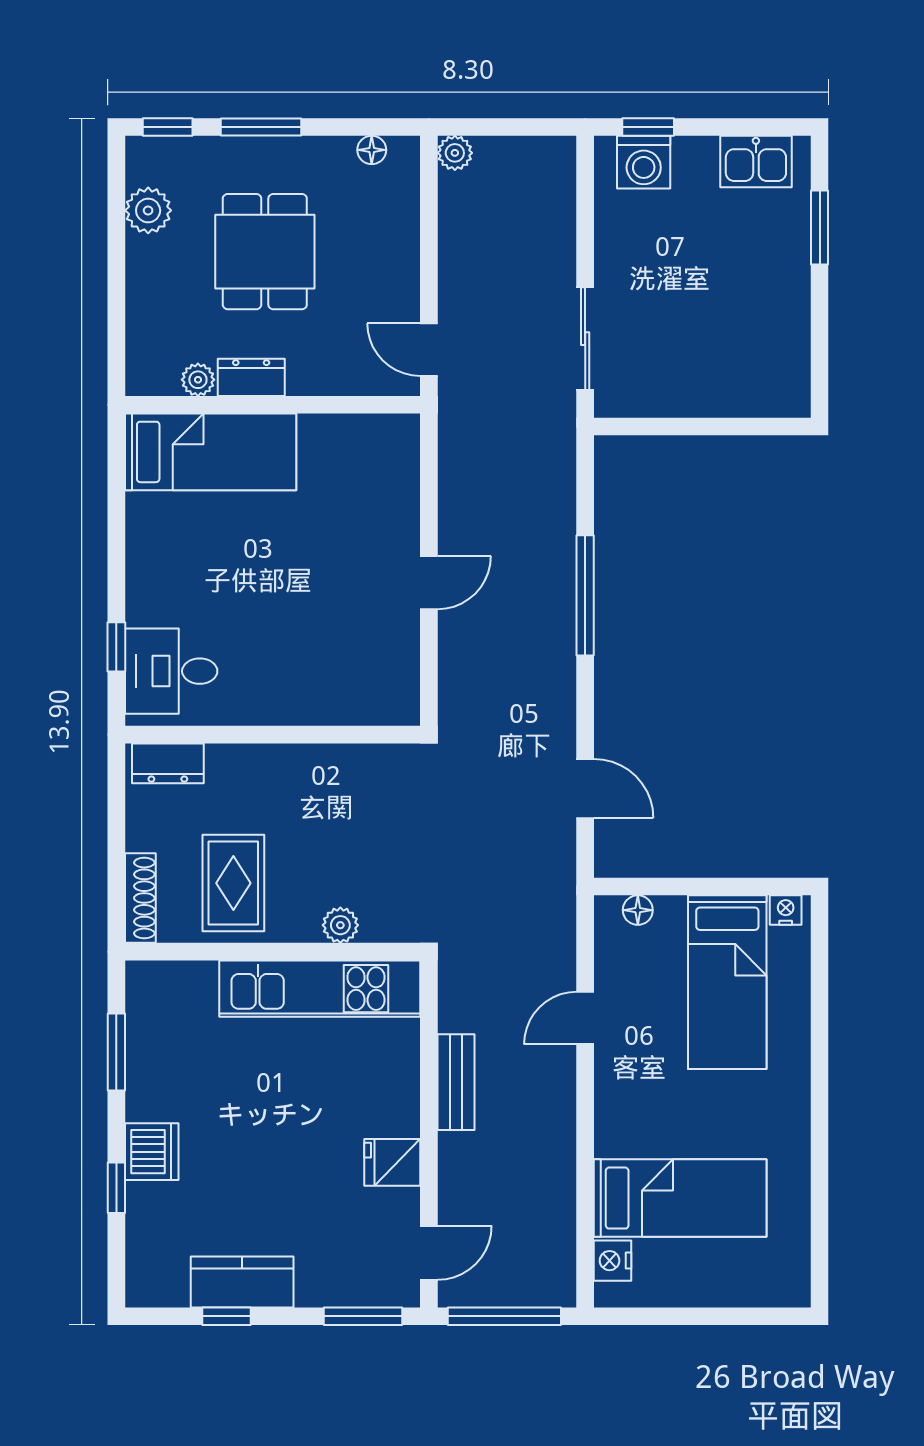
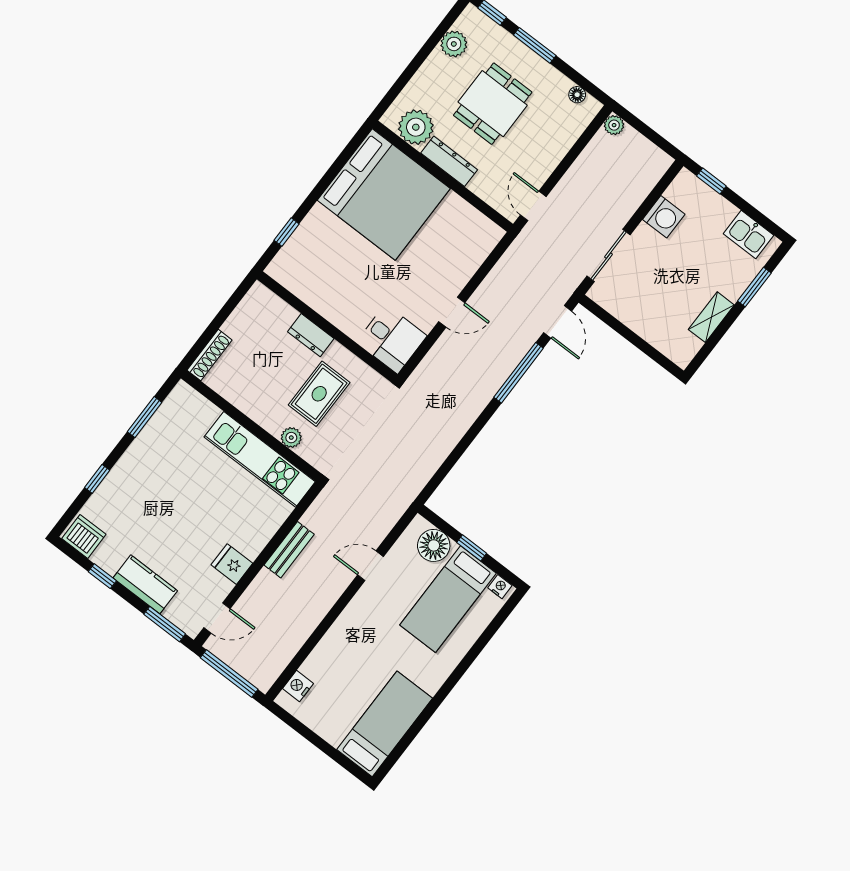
washing machine: (644, 162) -> (664, 217), moved, turned -90
shelving: (792, 315) -> (711, 317), added
dresser: (251, 377) -> (449, 161), width x1.44
plant: (198, 380) -> (416, 127), width x1.88, depth x1.88
bed: (211, 452) -> (384, 194), width x2.04
desk: (171, 671) -> (391, 339), moved, turned 180
dresser: (168, 763) -> (311, 335), moved
door: (585, 788) -> (558, 322), moved
rug: (233, 883) -> (319, 394), moved
window: (706, 887) -> (472, 548), added
floor lamp: (638, 910) -> (434, 545), width x1.89, depth x1.89
dishwasher: (152, 1152) -> (84, 536), moved, turned -90
bed: (680, 1198) -> (385, 724), moved, turned -90
kitchen counter: (242, 1282) -> (145, 584), moved

